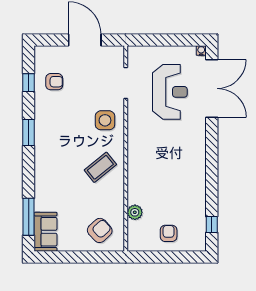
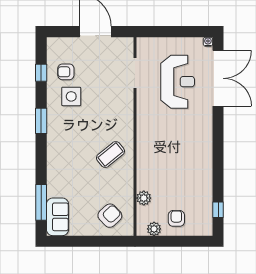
armchair: (54, 82) -> (66, 72), turned 180
side table: (105, 120) -> (71, 96), moved
plant: (145, 244) -> (154, 229), added

